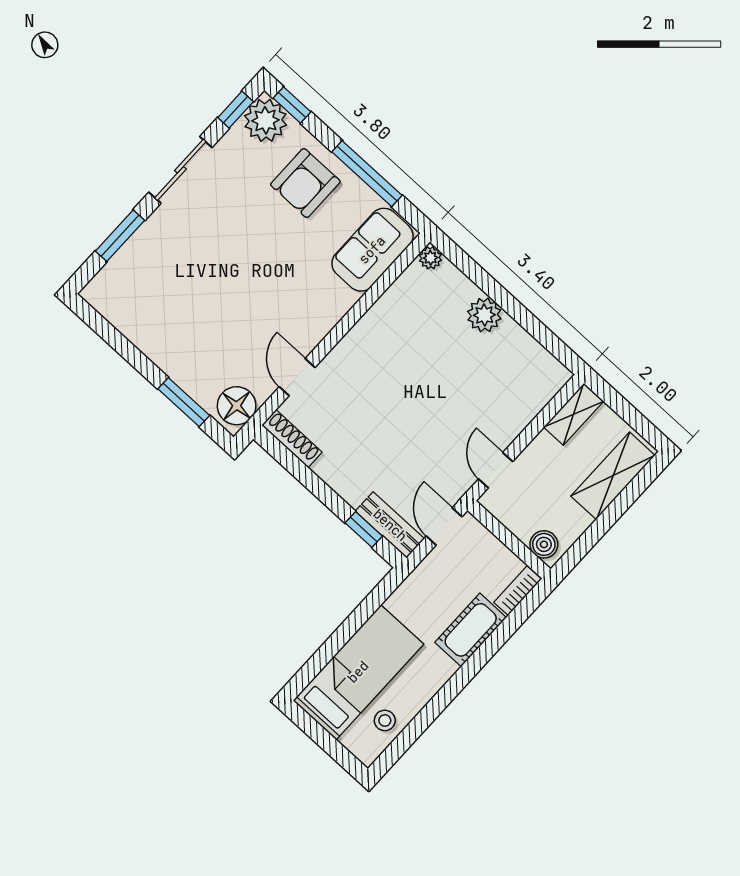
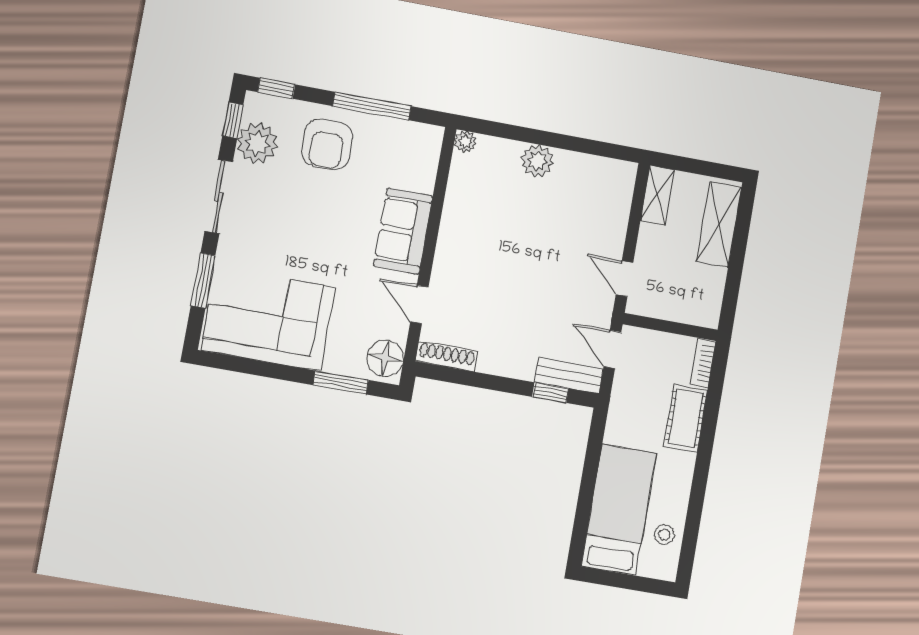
plant: (265, 120) -> (257, 143), moved
sofa: (372, 250) -> (403, 231), moved
corner sofa: (156, 305) -> (268, 319), added
boiler: (544, 544) -> (700, 313), removed

